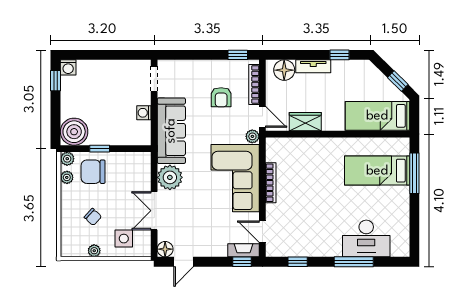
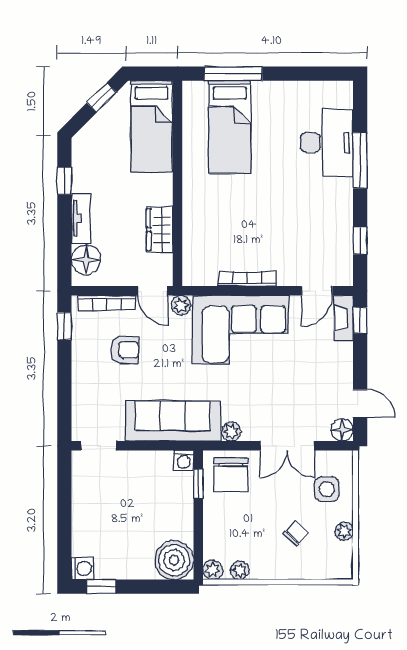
washing machine: (144, 113) -> (184, 460), moved
door: (262, 117) -> (153, 291), swing flipped
window: (100, 149) -> (198, 484), moved
chair: (93, 172) -> (231, 475), moved
plant: (170, 177) -> (231, 432), width x0.53, depth x0.53

